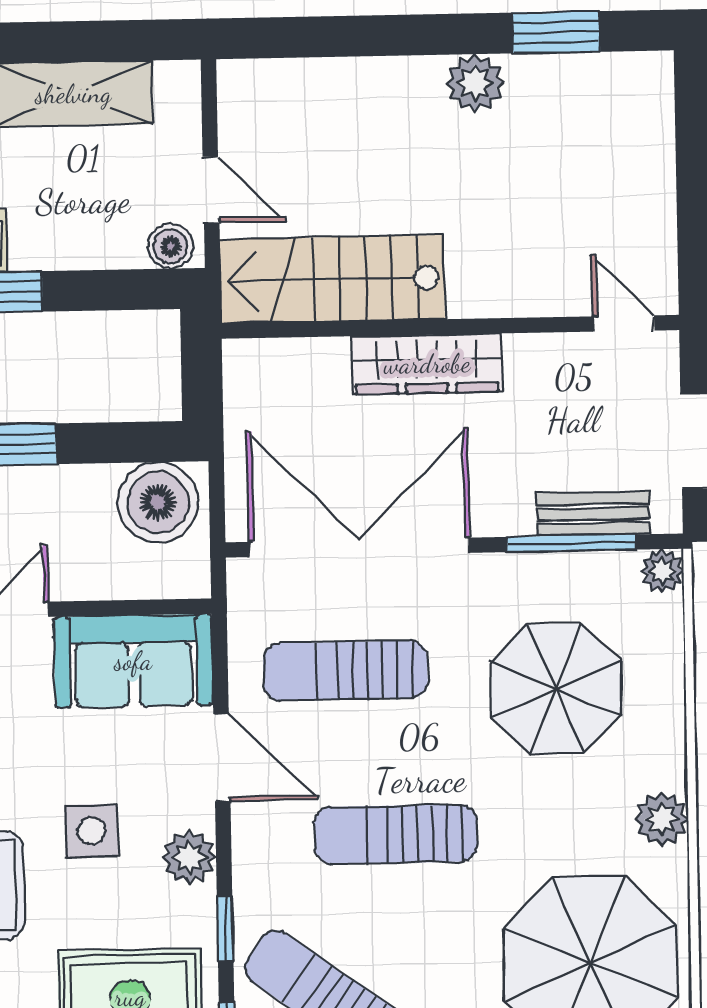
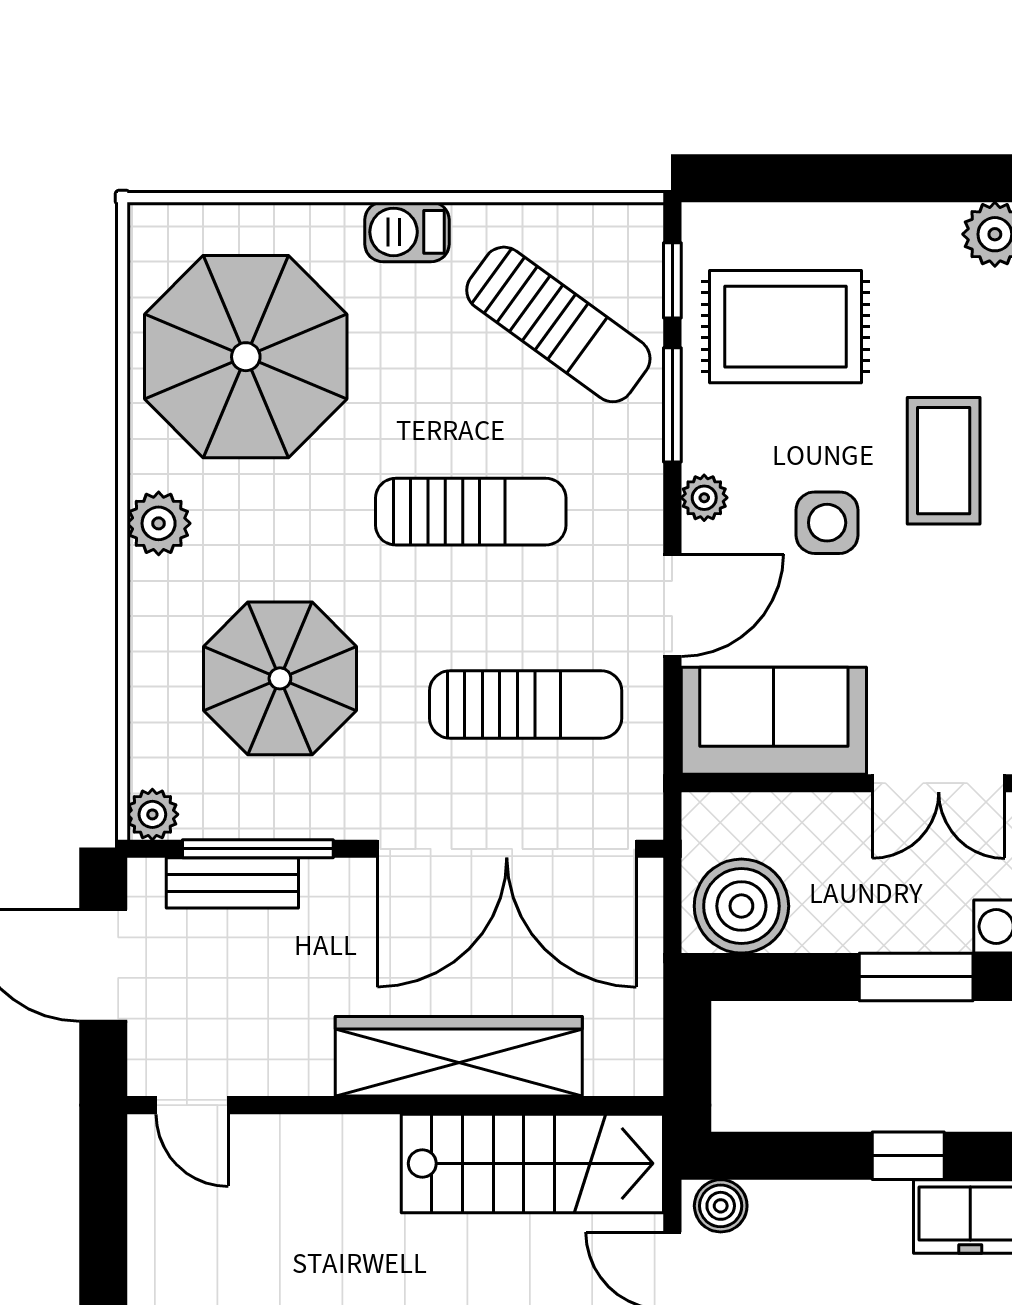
wardrobe: (427, 364) -> (459, 1056), width x1.40, depth x1.17
door: (222, 758) -> (672, 605), swing flipped
plant: (189, 857) -> (704, 498), width x0.73, depth x0.73
window: (225, 929) -> (672, 405), width x1.50

